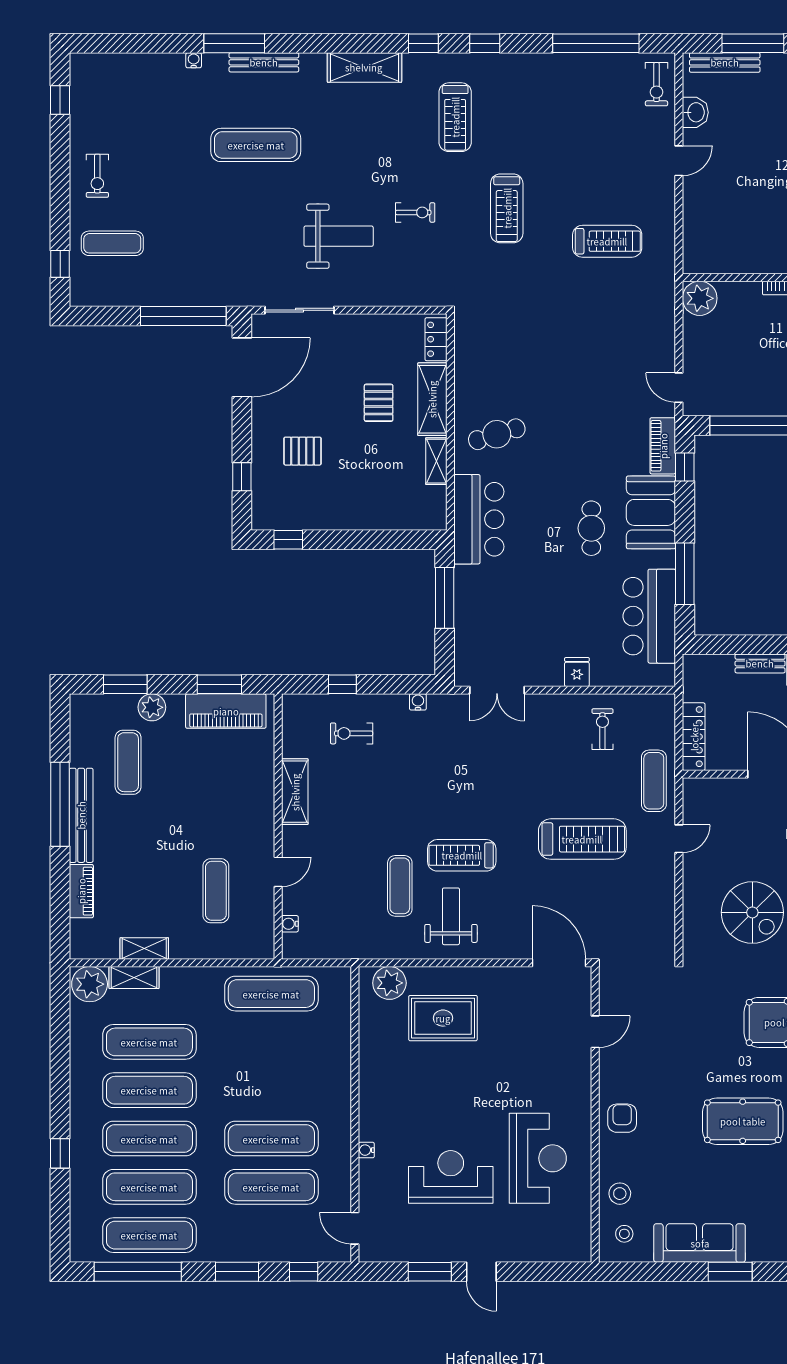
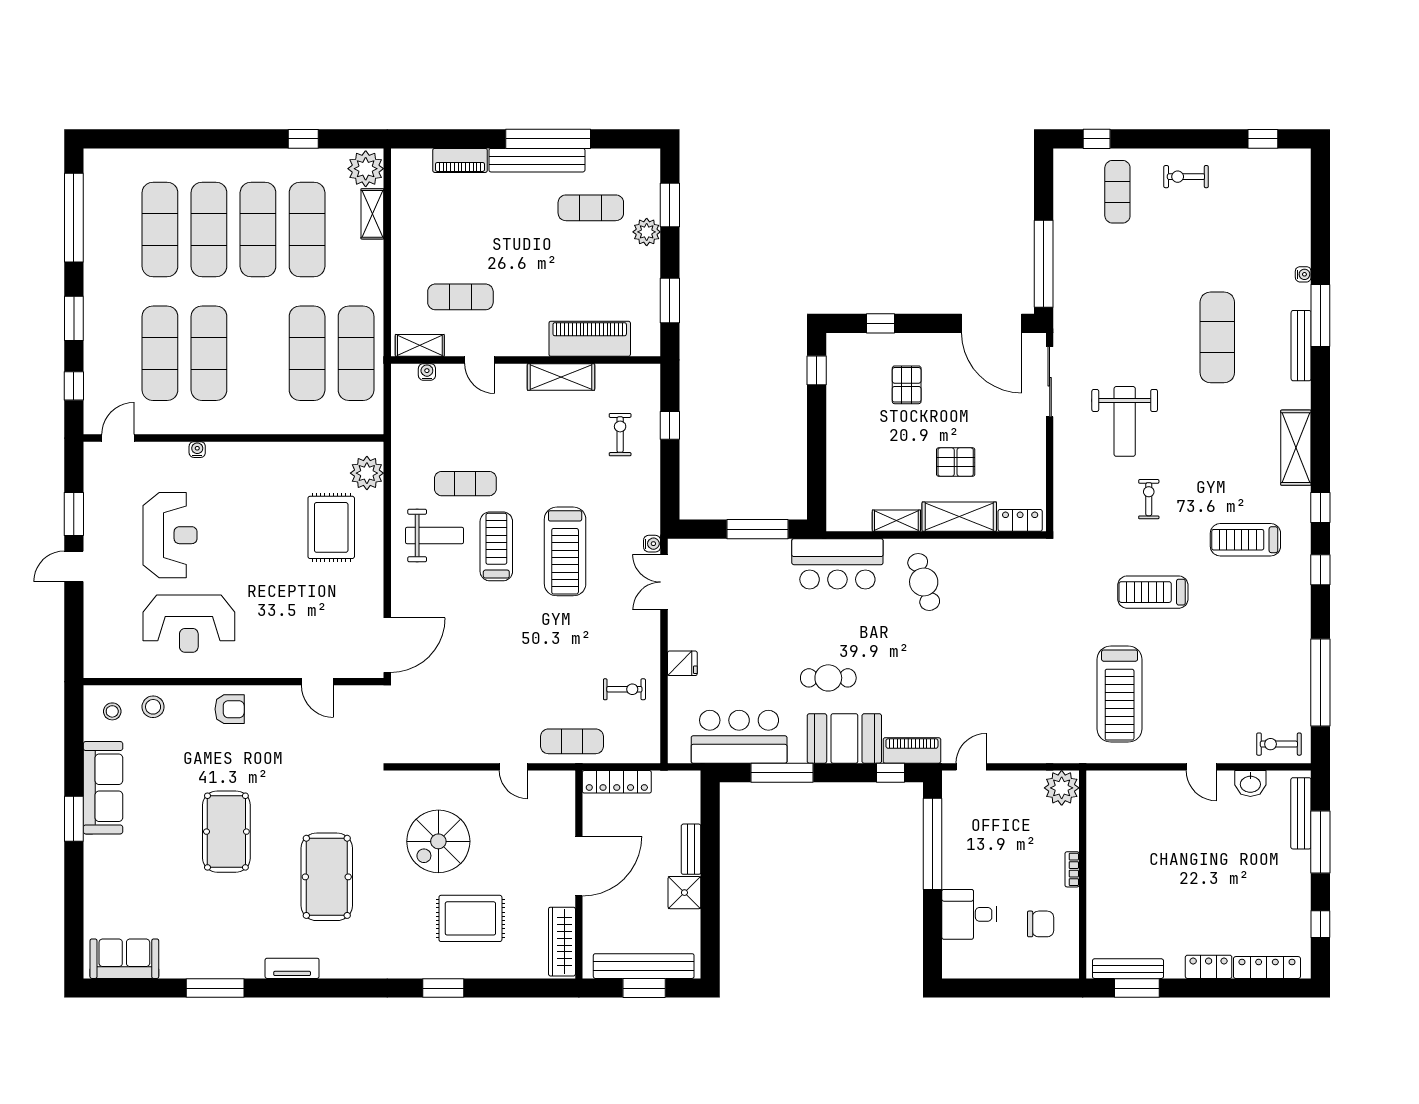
exercise bike: (415, 212) -> (1149, 499), turned 180
treadmill: (607, 241) -> (1120, 694), width x1.37, depth x1.38
water cooler: (418, 702) -> (652, 544), moved
piano: (226, 711) -> (590, 339), moved, turned 90
treadmill: (582, 839) -> (565, 551), moved
shelving: (144, 948) -> (420, 345), moved, turned 90
window: (60, 1153) -> (303, 139), moved
exercise mat: (149, 1235) -> (307, 353), moved

